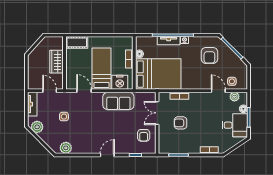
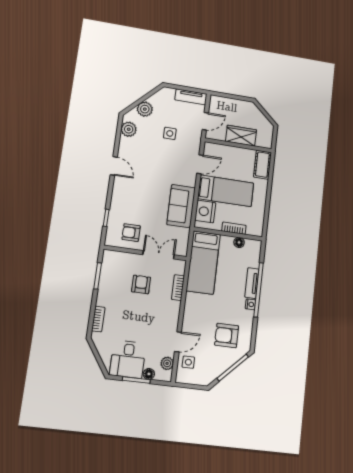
bed: (158, 74) -> (203, 262), width x0.67
plant: (37, 127) -> (145, 109), moved
door: (107, 155) -> (114, 166), moved

